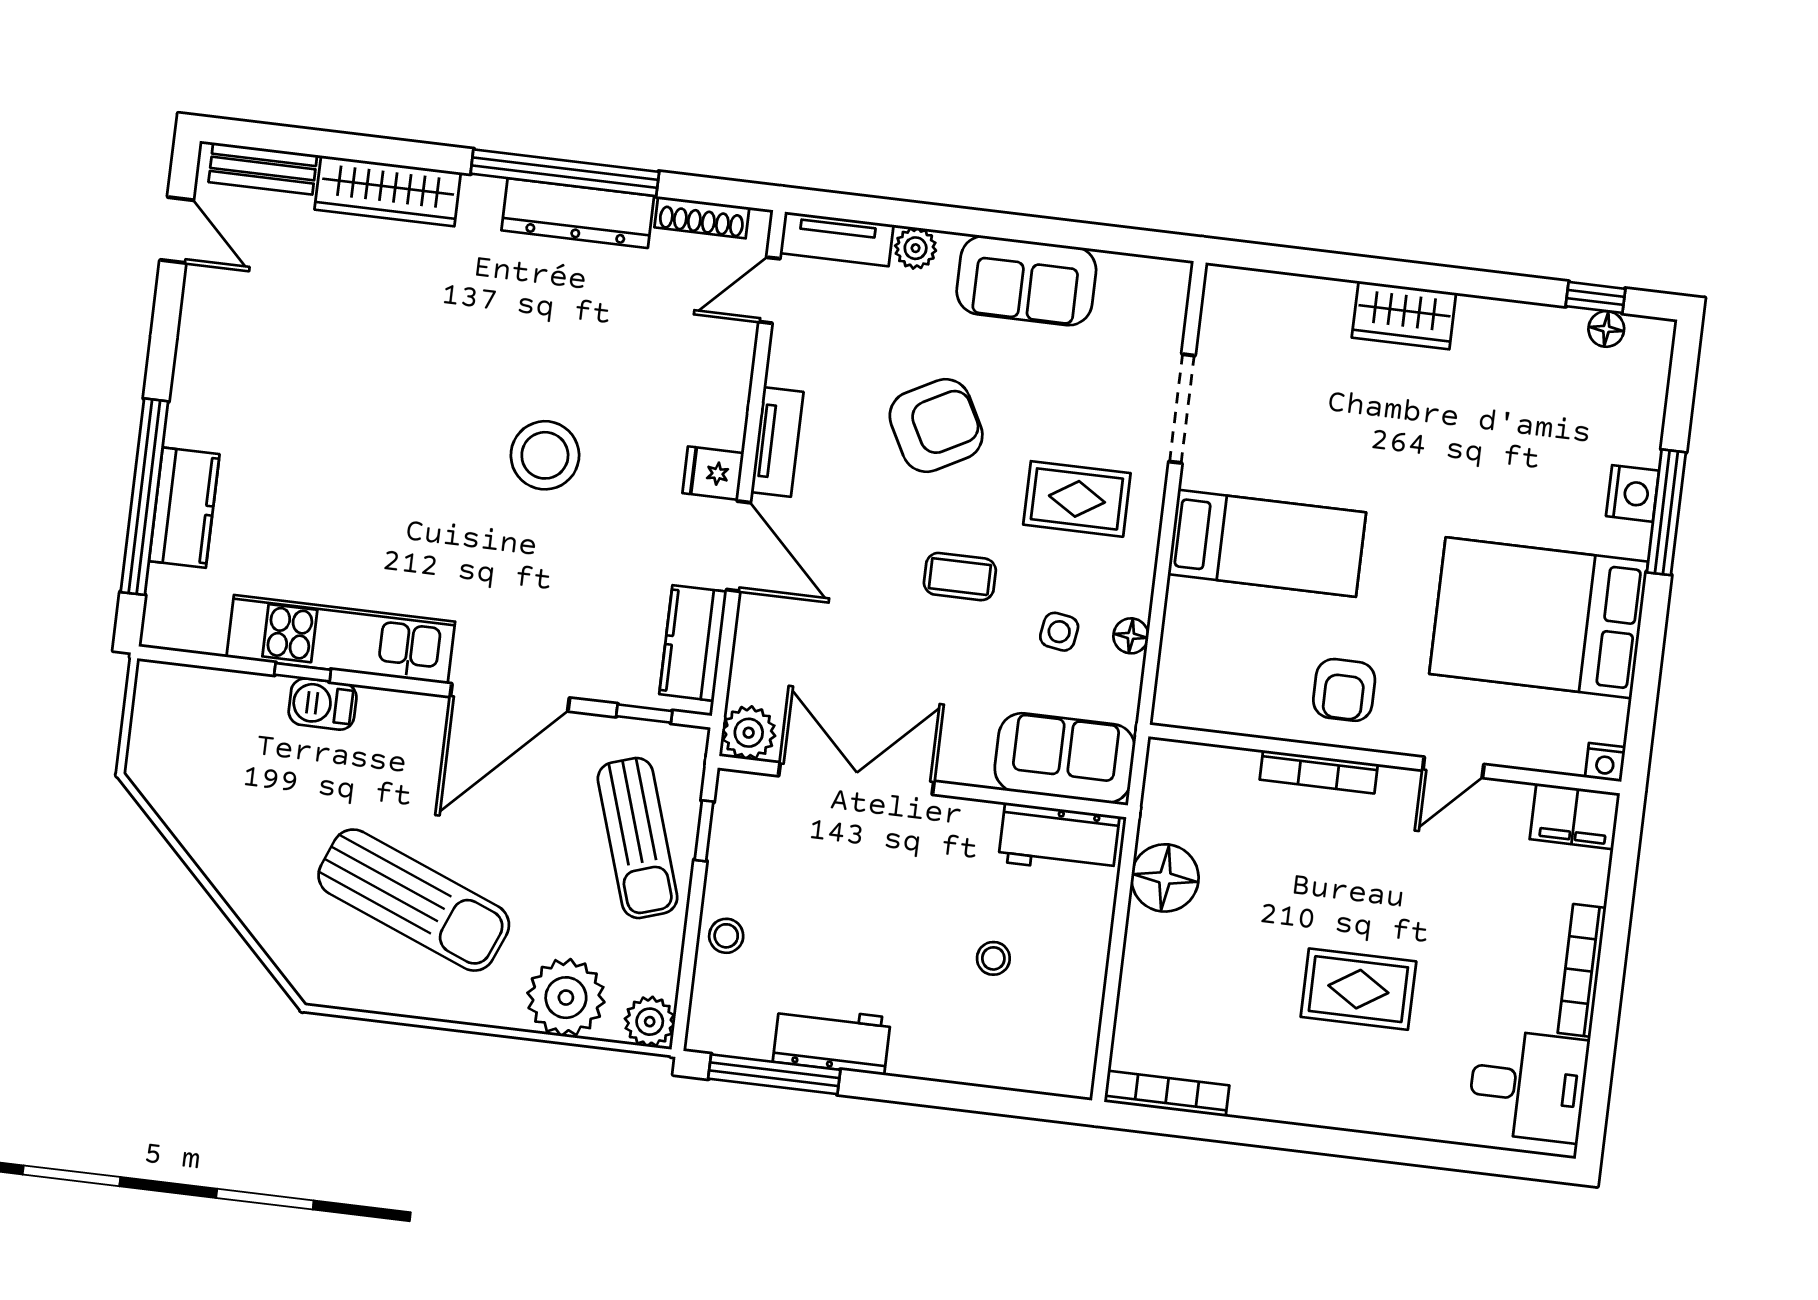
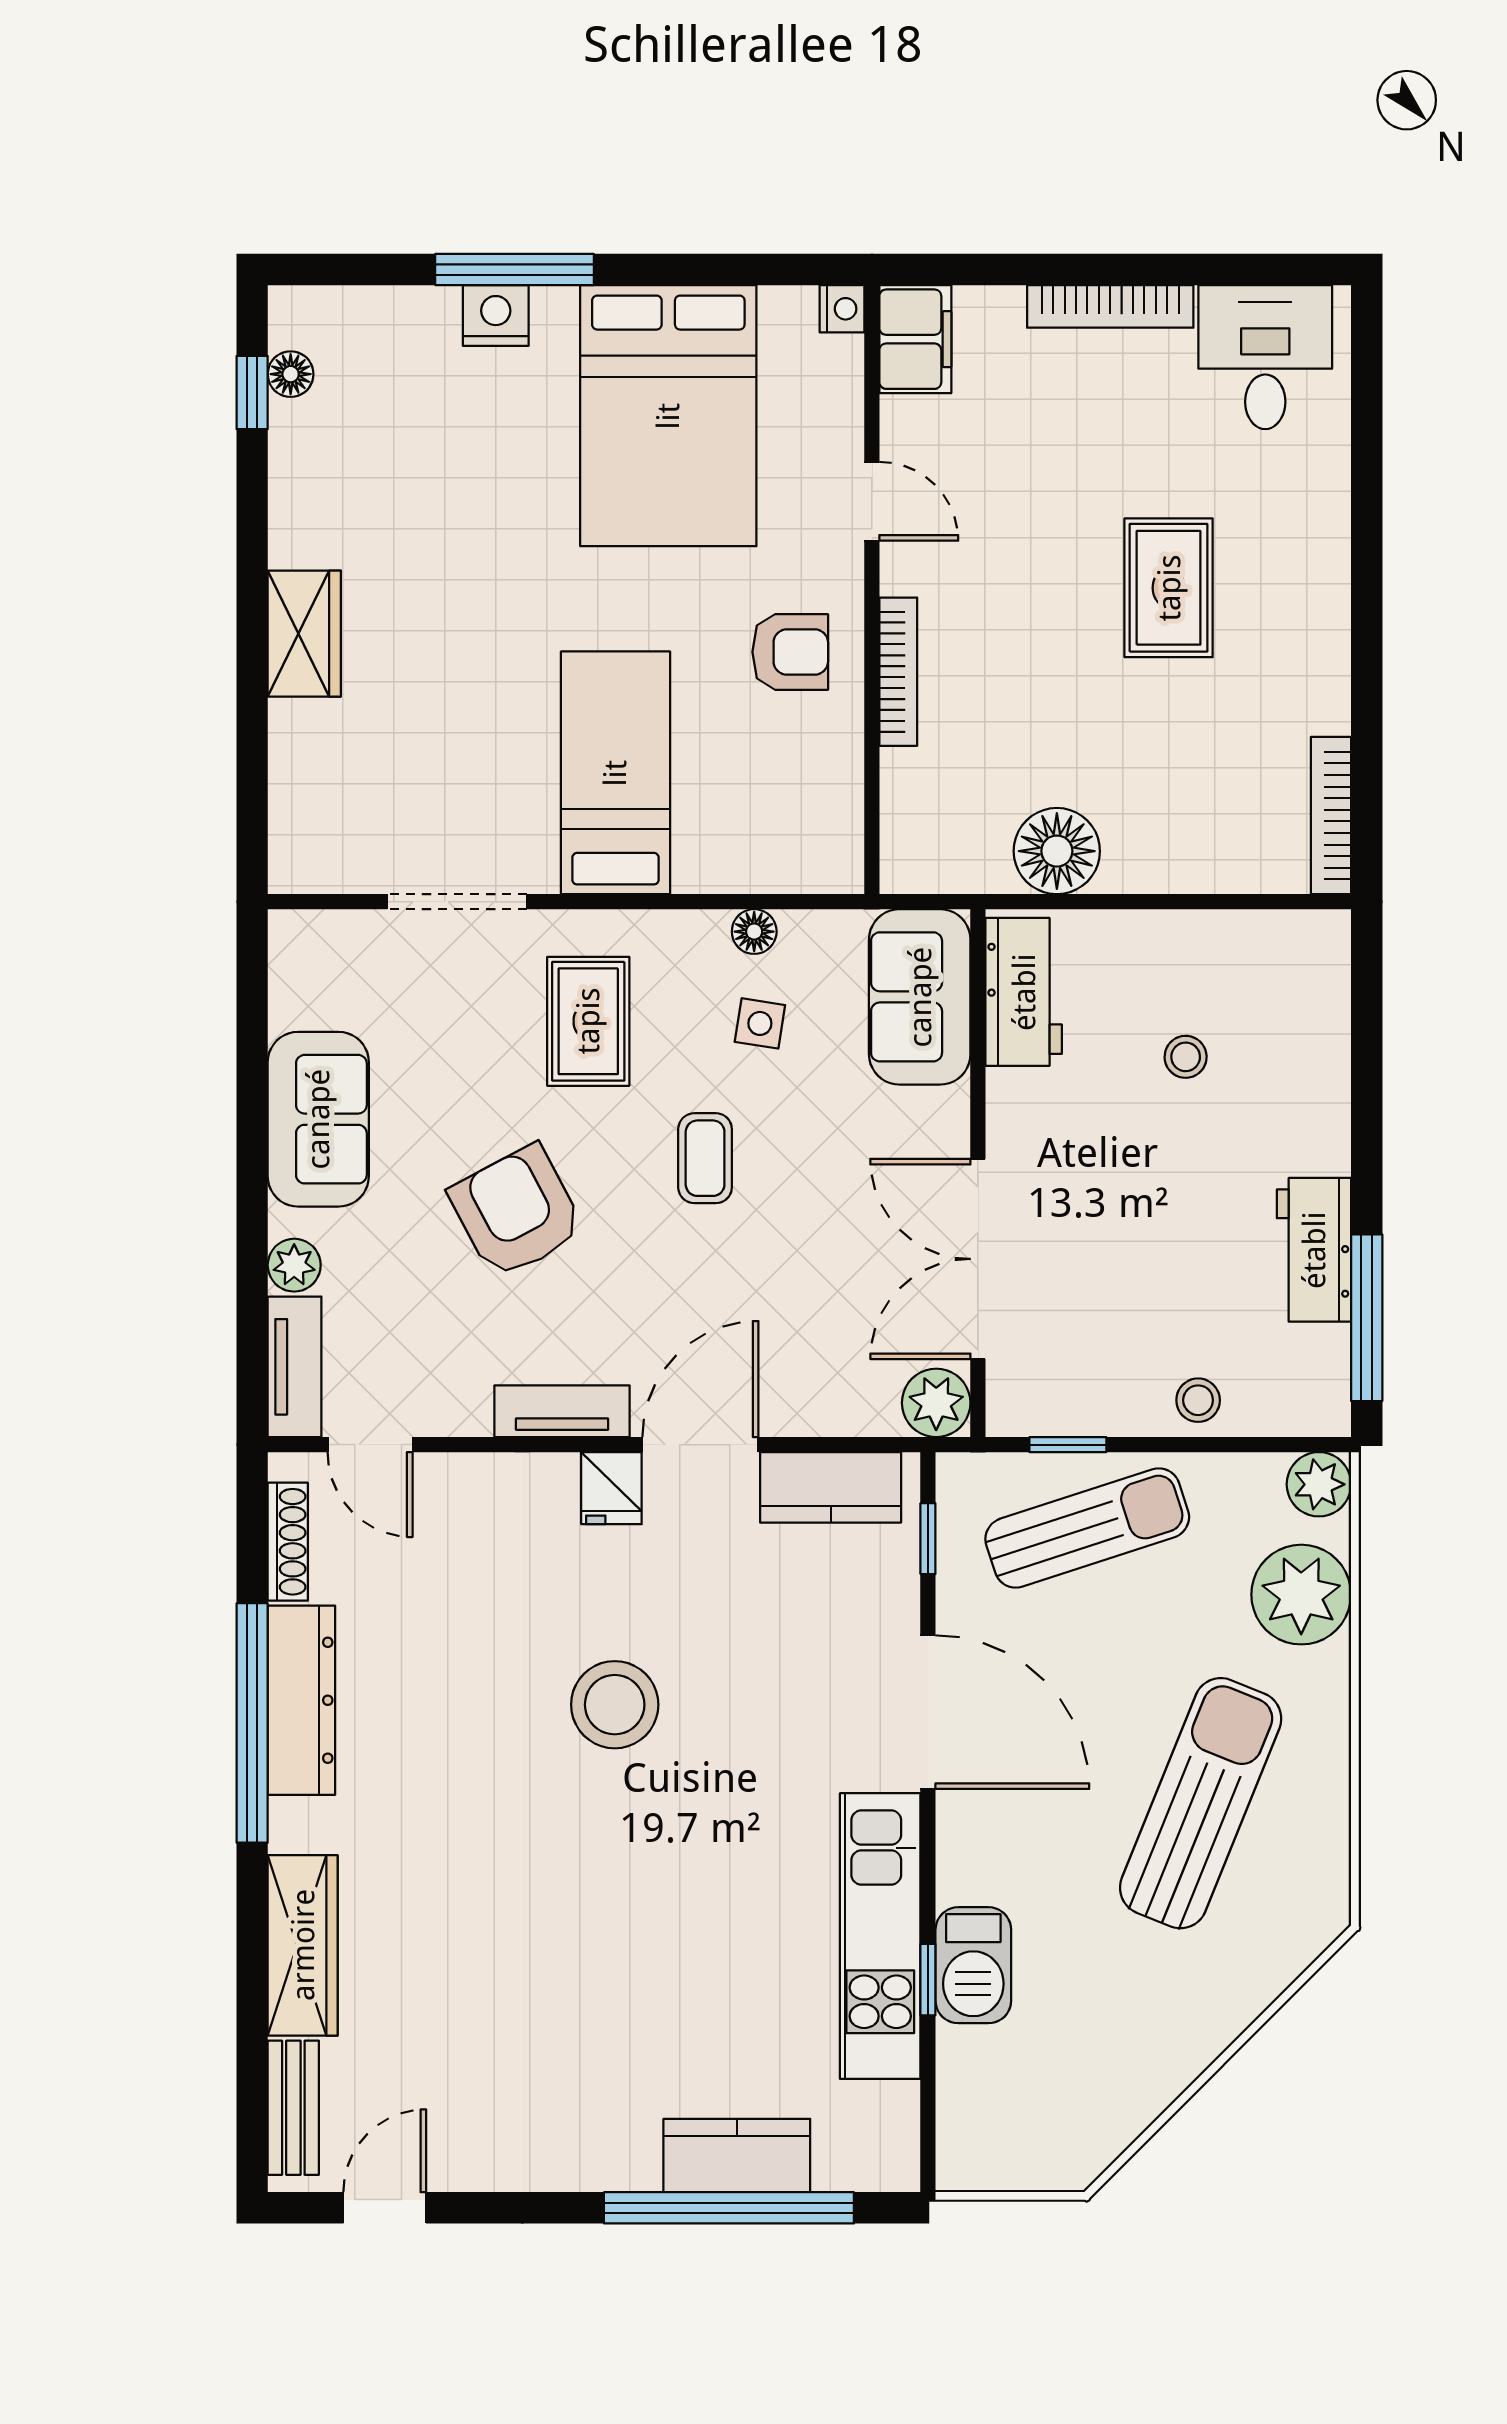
barbecue: (323, 704) -> (973, 1965), width x1.38, depth x1.27

